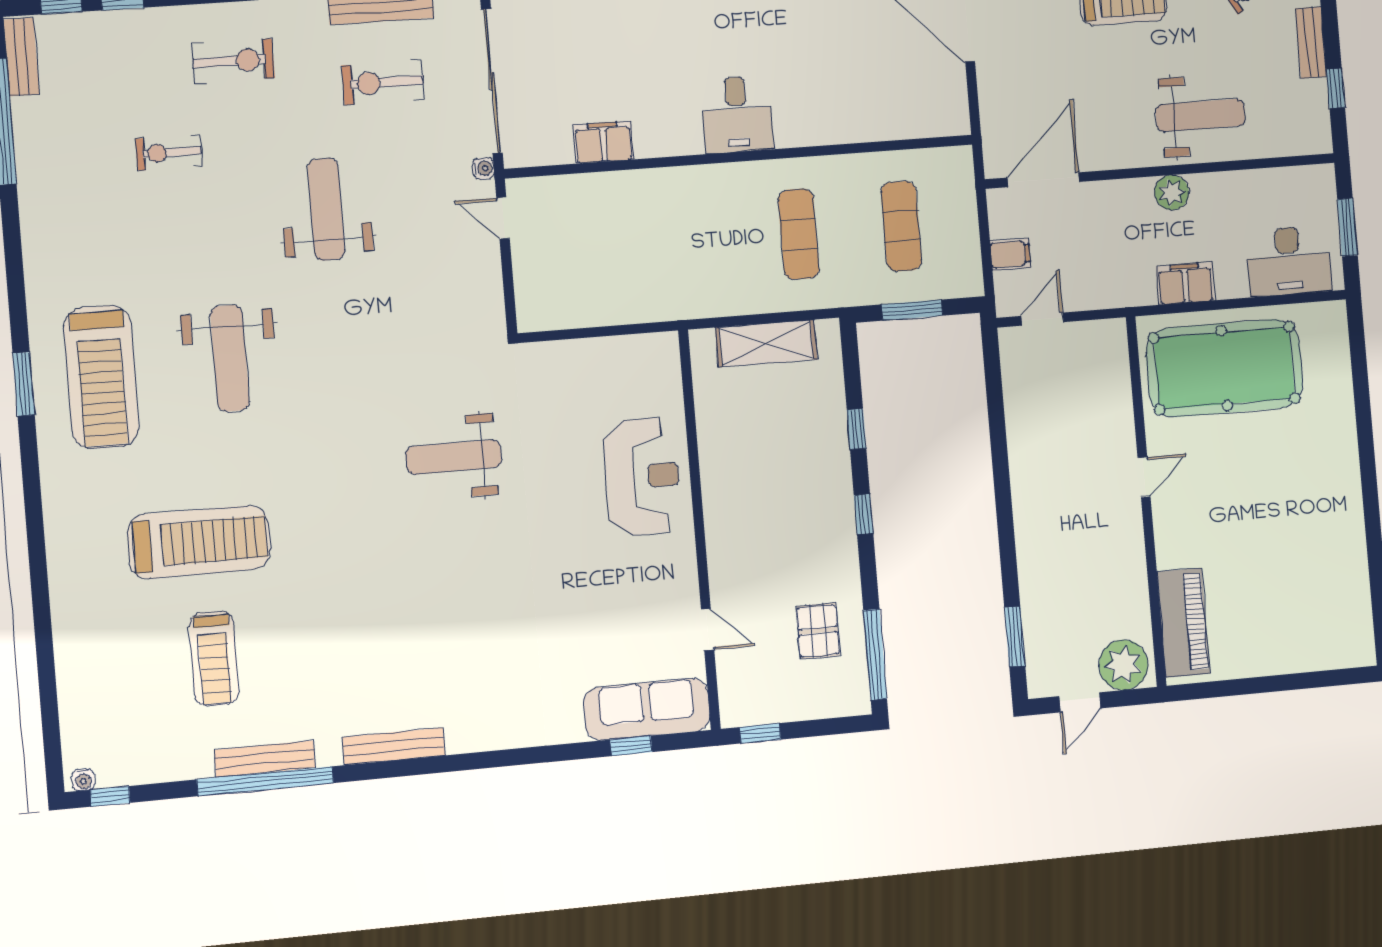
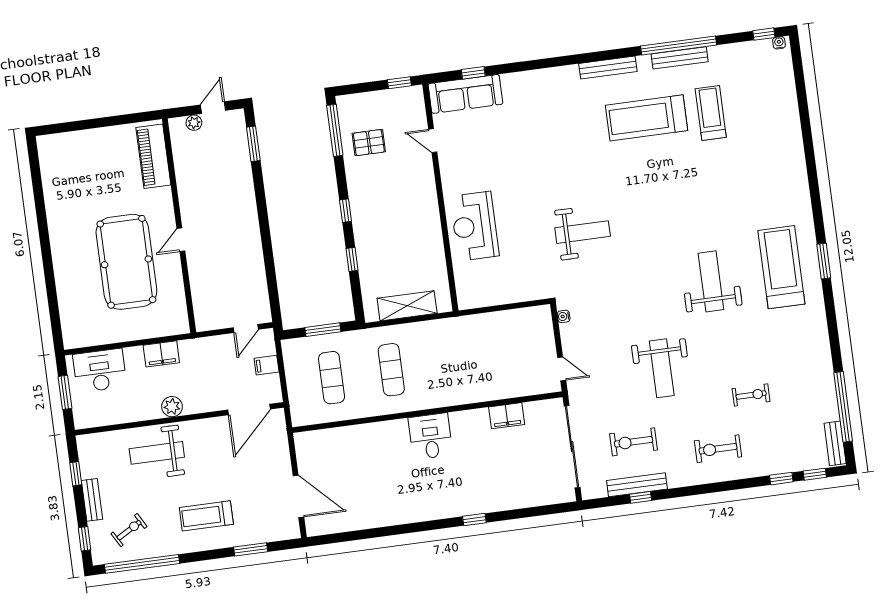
exercise bike: (383, 83) -> (634, 442), turned 180
water cooler: (483, 168) -> (564, 316), moved
pool table: (1224, 368) -> (126, 262), moved, turned 90
treadmill: (199, 542) -> (647, 118), moved
pallet: (818, 631) -> (369, 143), turned 90
plant: (1123, 665) -> (194, 123), width x0.53, depth x0.53

